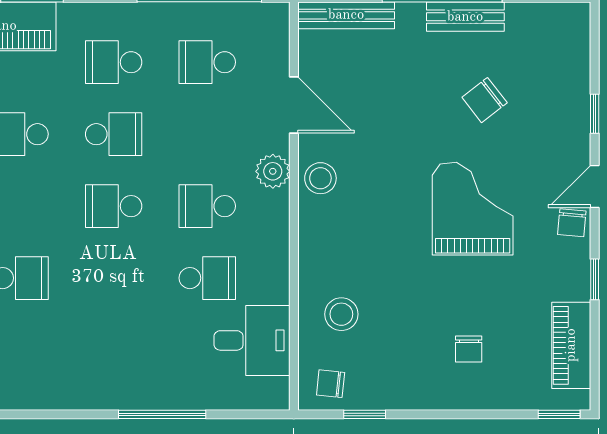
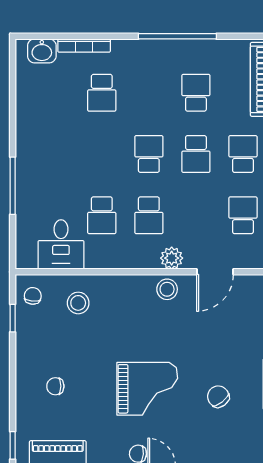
school desk: (207, 206) -> (149, 215), turned 180

